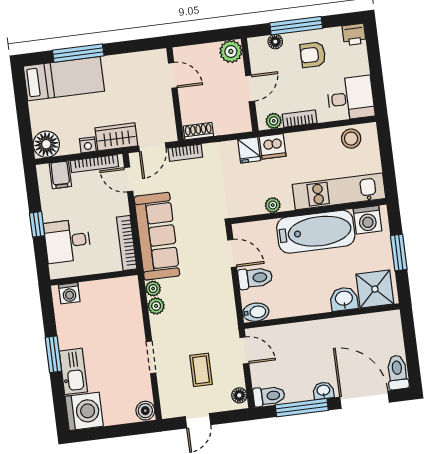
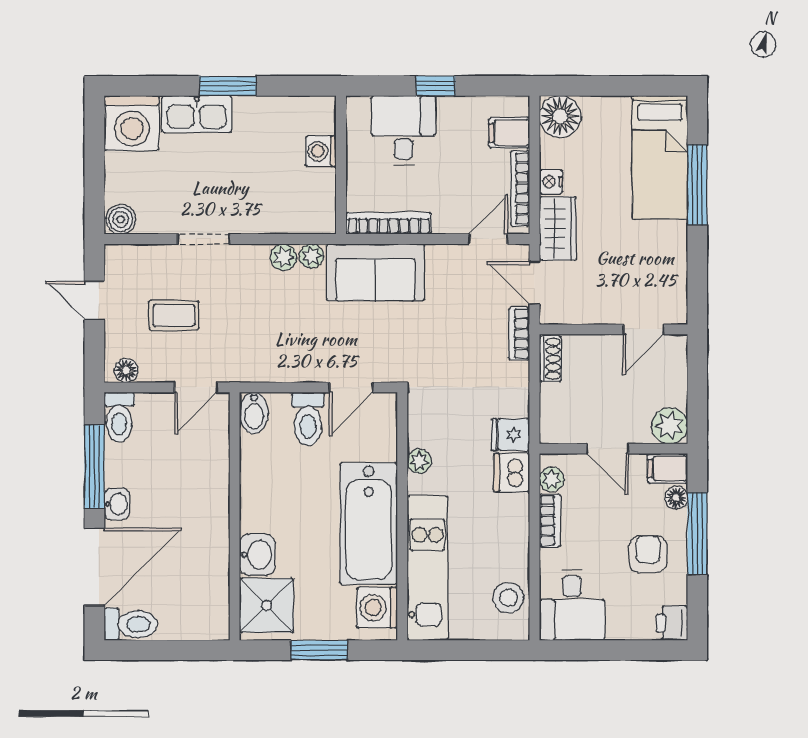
filing cabinet: (258, 49) -> (668, 469), added
sofa: (157, 236) -> (375, 272), width x0.73
washing machine: (69, 293) -> (321, 151), moved

